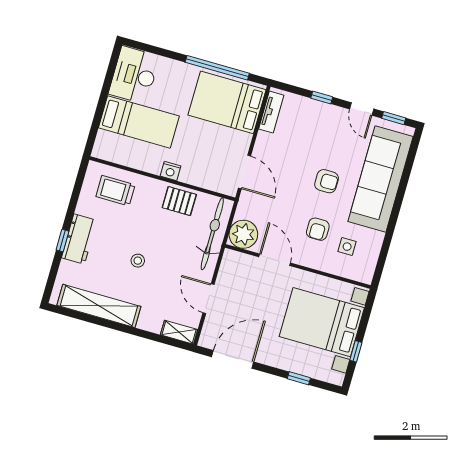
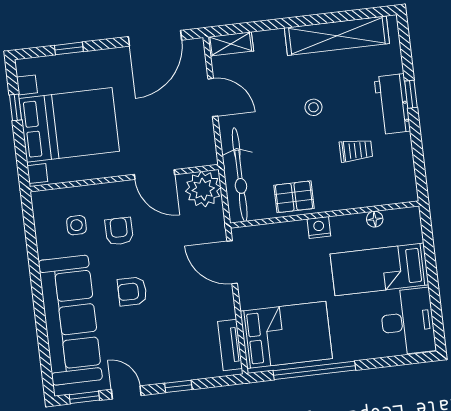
floor lamp: (127, 160) -> (375, 219), added
trolley: (116, 191) -> (356, 150), moved, width x0.73, depth x0.72

